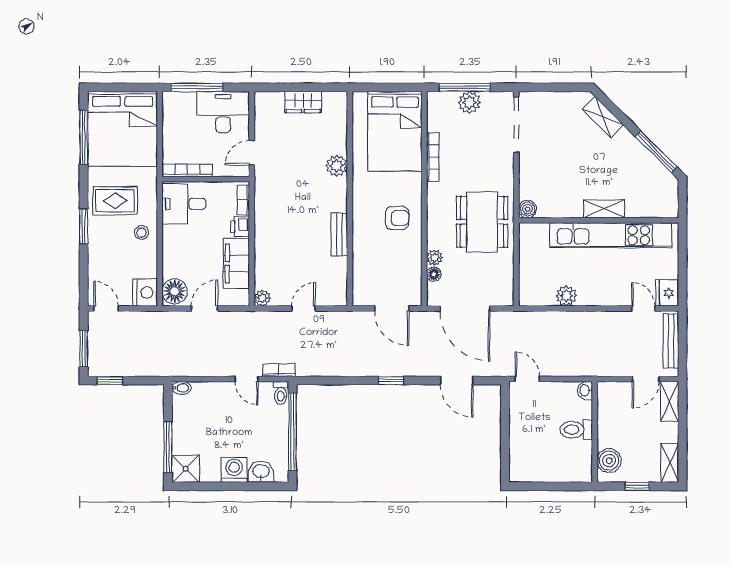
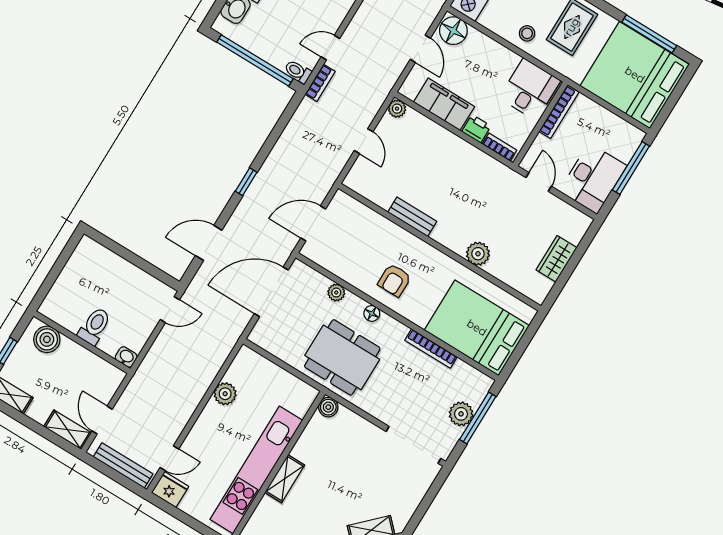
floor lamp: (434, 274) -> (372, 313), moved

